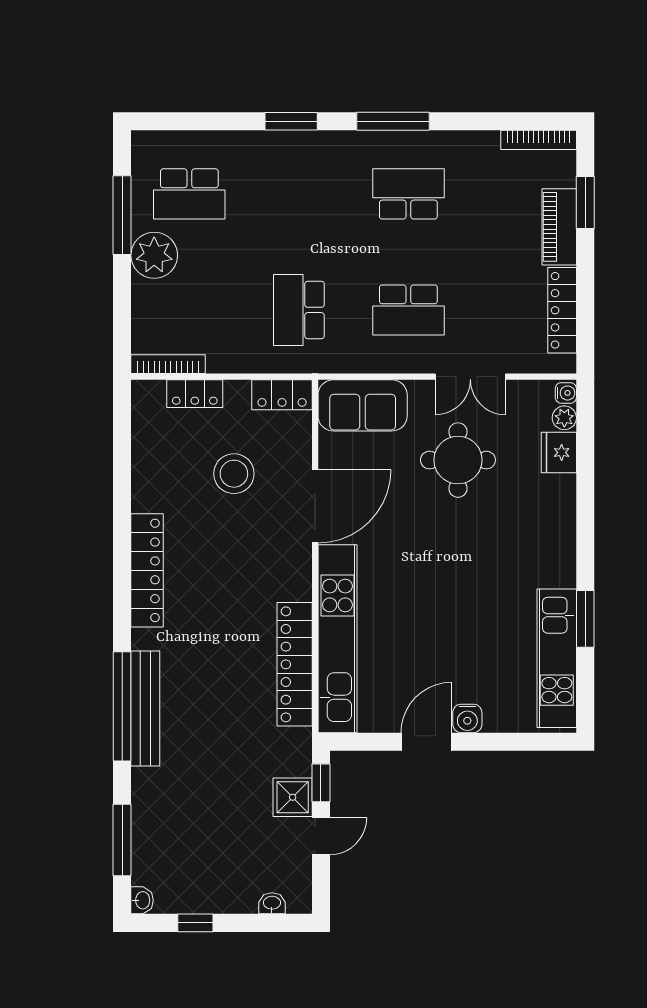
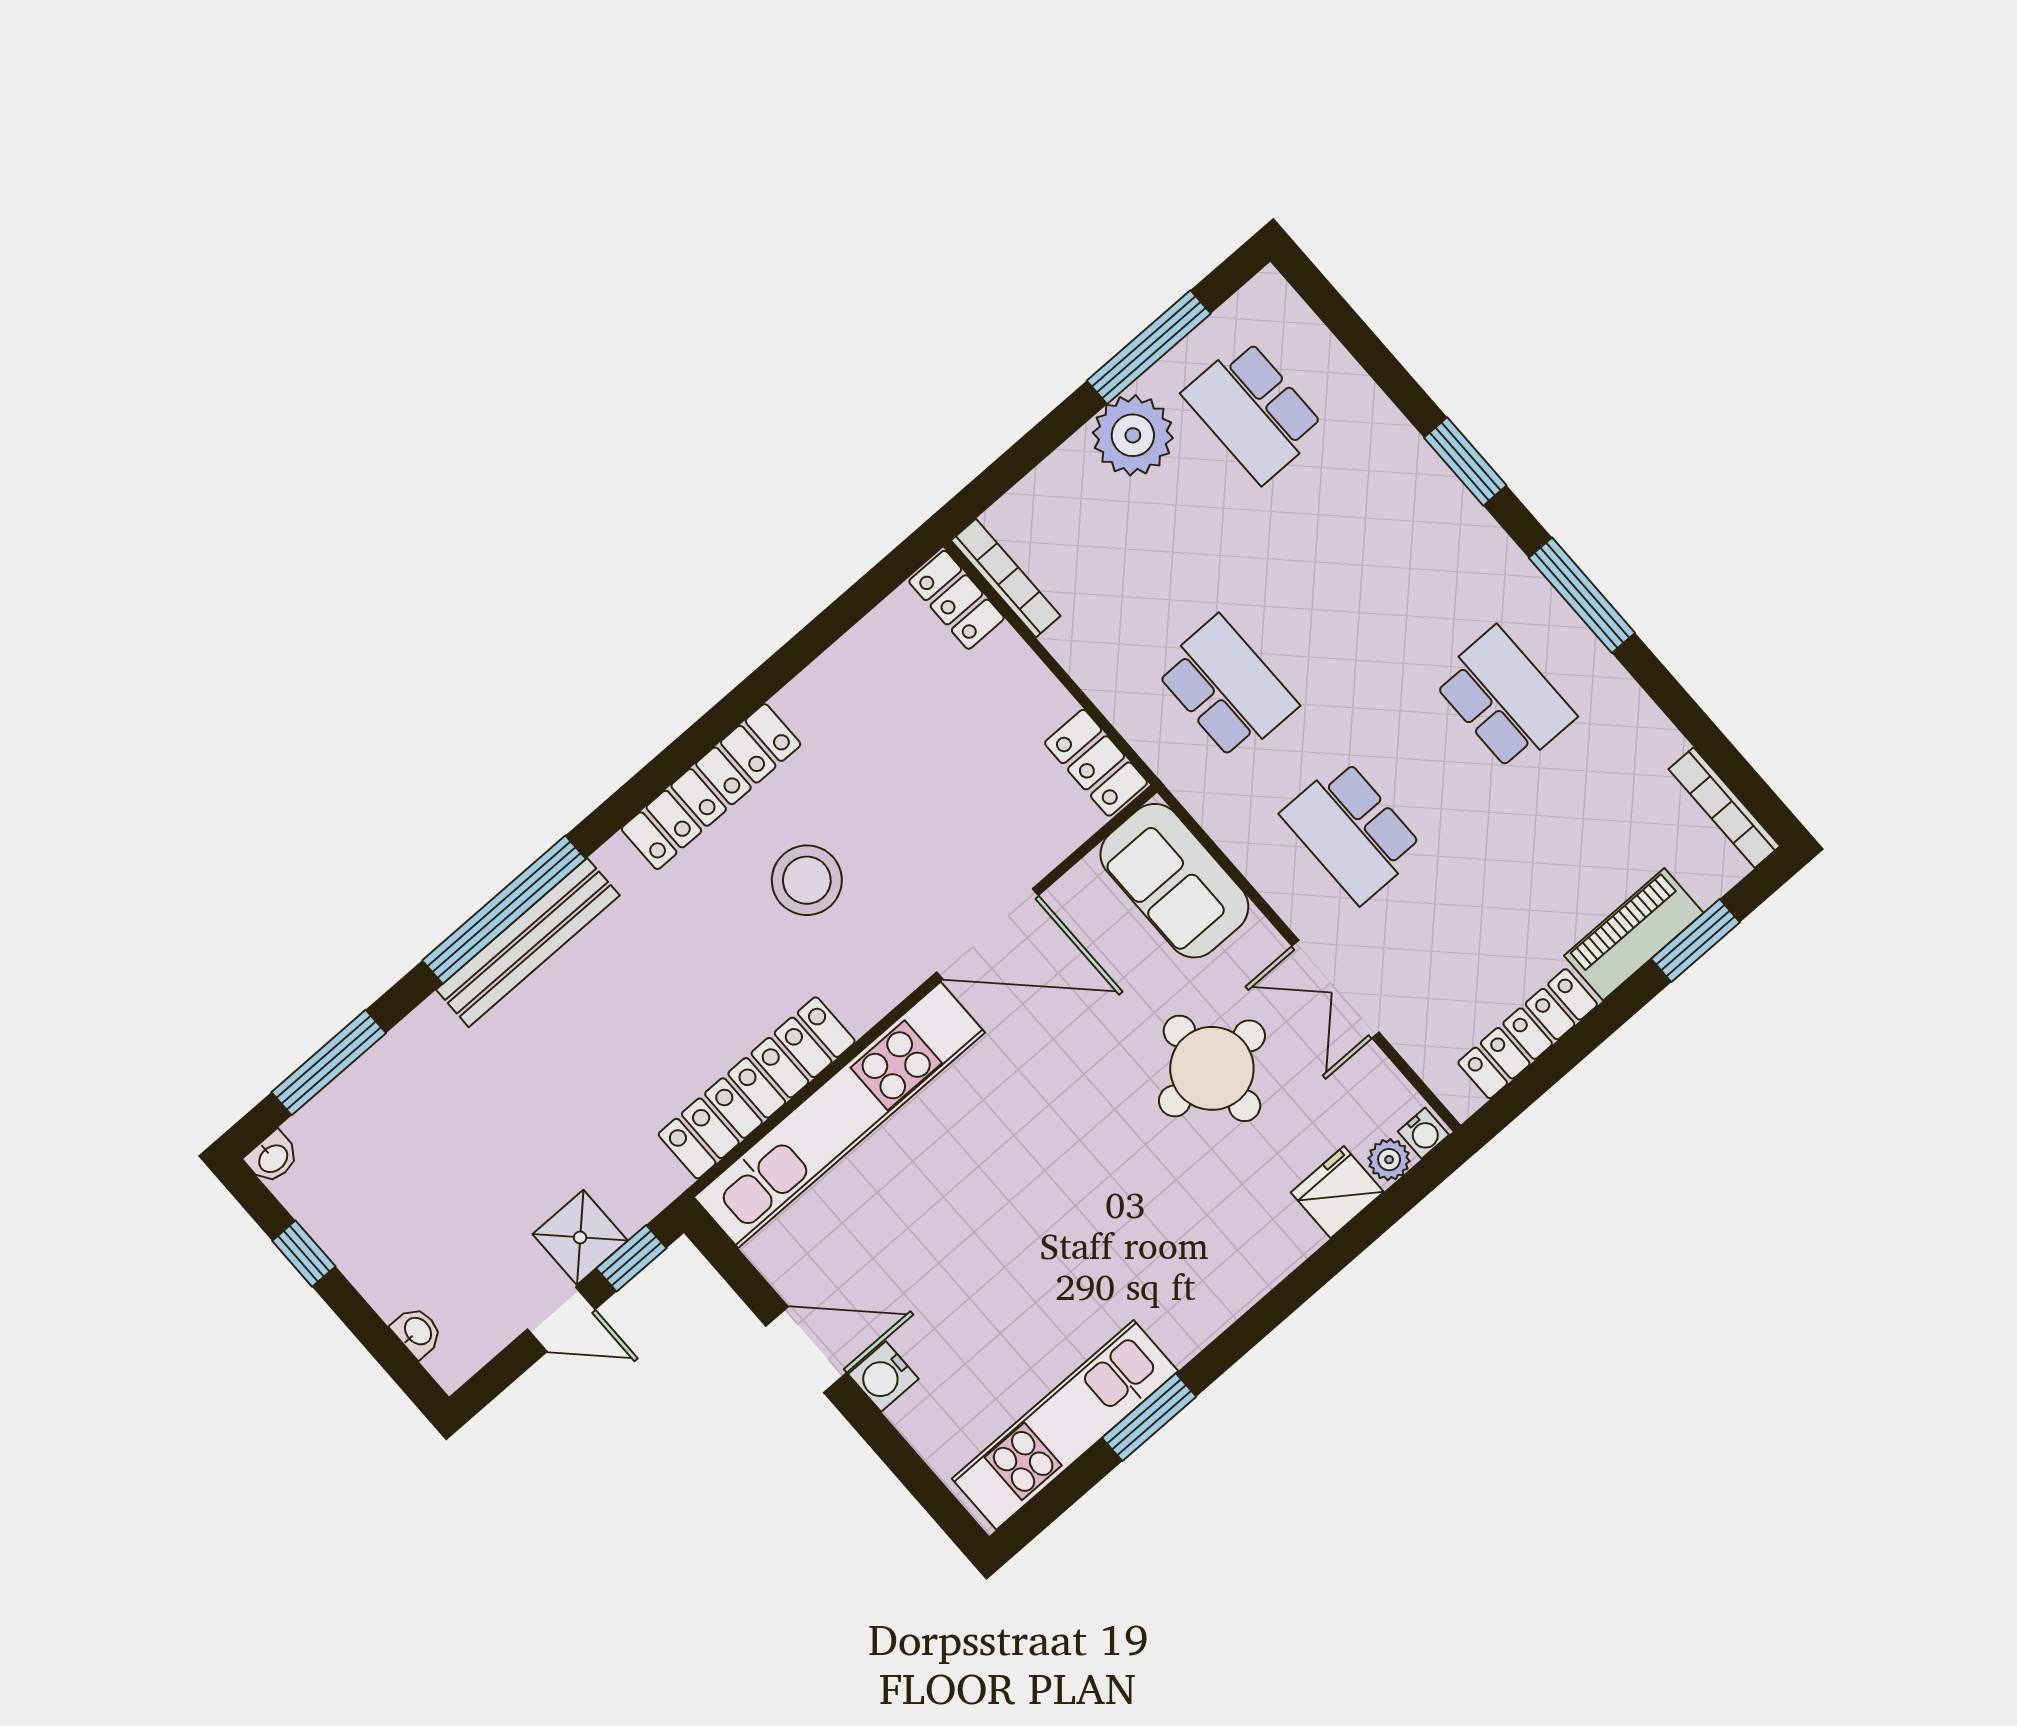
school desk: (299, 310) -> (1227, 688), turned 90
locker: (195, 394) -> (956, 600), moved
stool: (234, 474) -> (807, 880), moved

